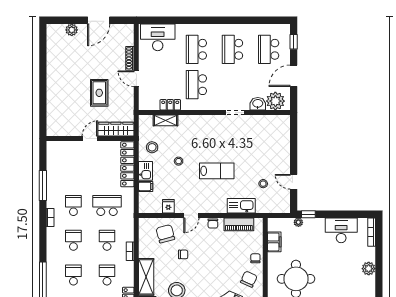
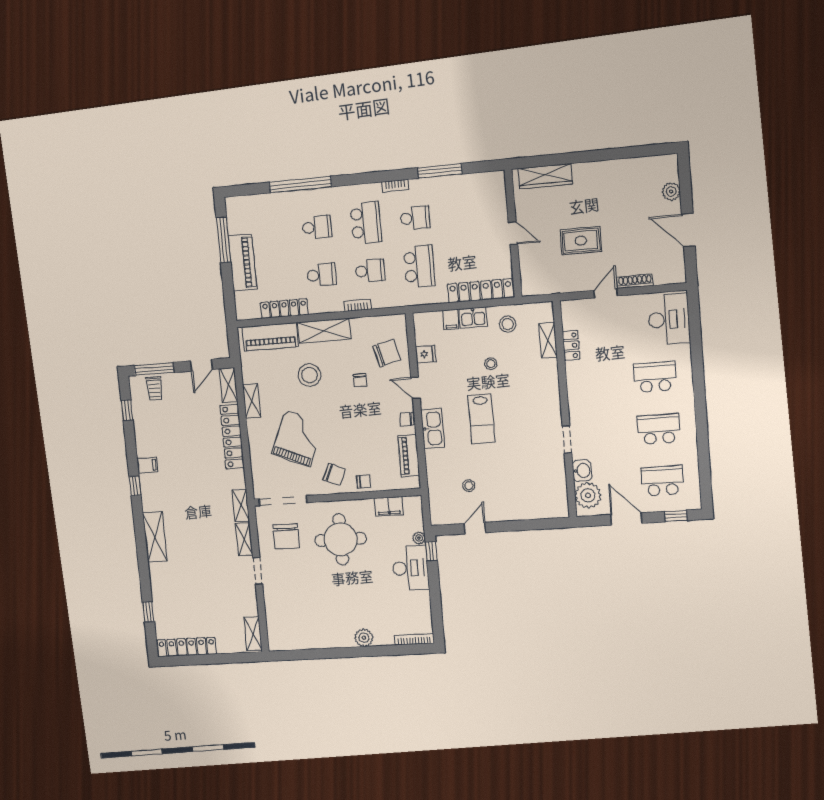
school desk: (196, 85) -> (603, 381), removed
wardrobe: (116, 129) -> (545, 176), moved, turned 90
kitchen sink: (241, 206) -> (433, 429), moved
desk: (341, 230) -> (410, 568), moved
school desk: (73, 240) -> (366, 223), width x1.85

